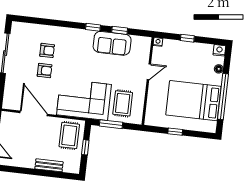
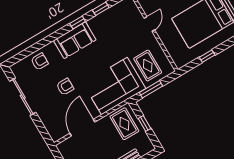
sofa: (112, 43) -> (75, 40), moved
armchair: (47, 50) -> (39, 61), moved
door: (34, 113) -> (82, 128), hinge flipped

